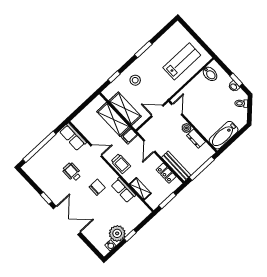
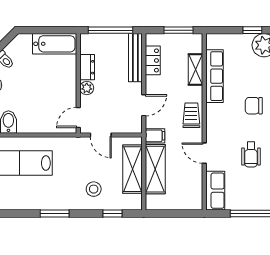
chair: (97, 187) -> (254, 106), moved
row of seats: (123, 190) -> (215, 76), width x1.48

